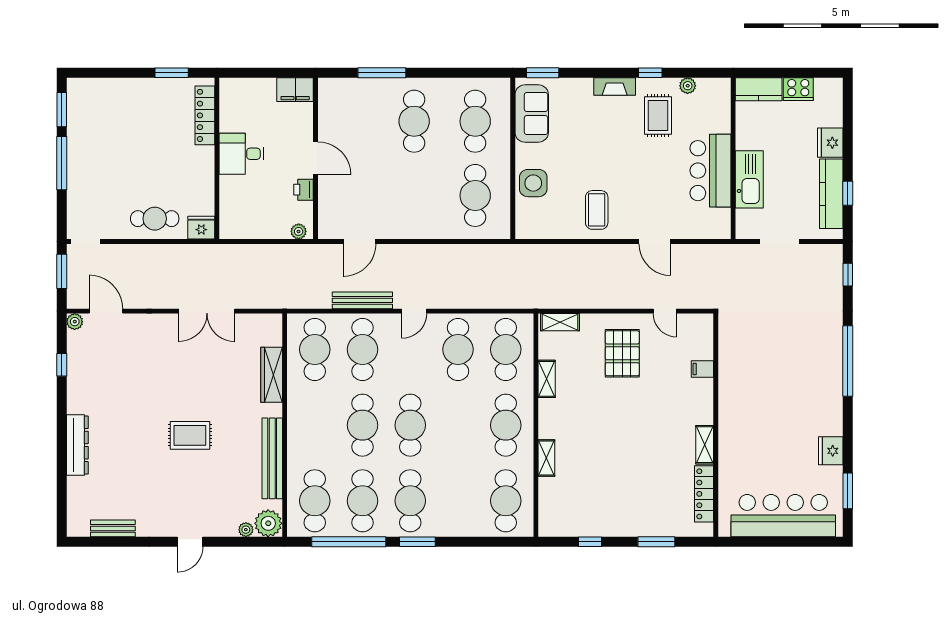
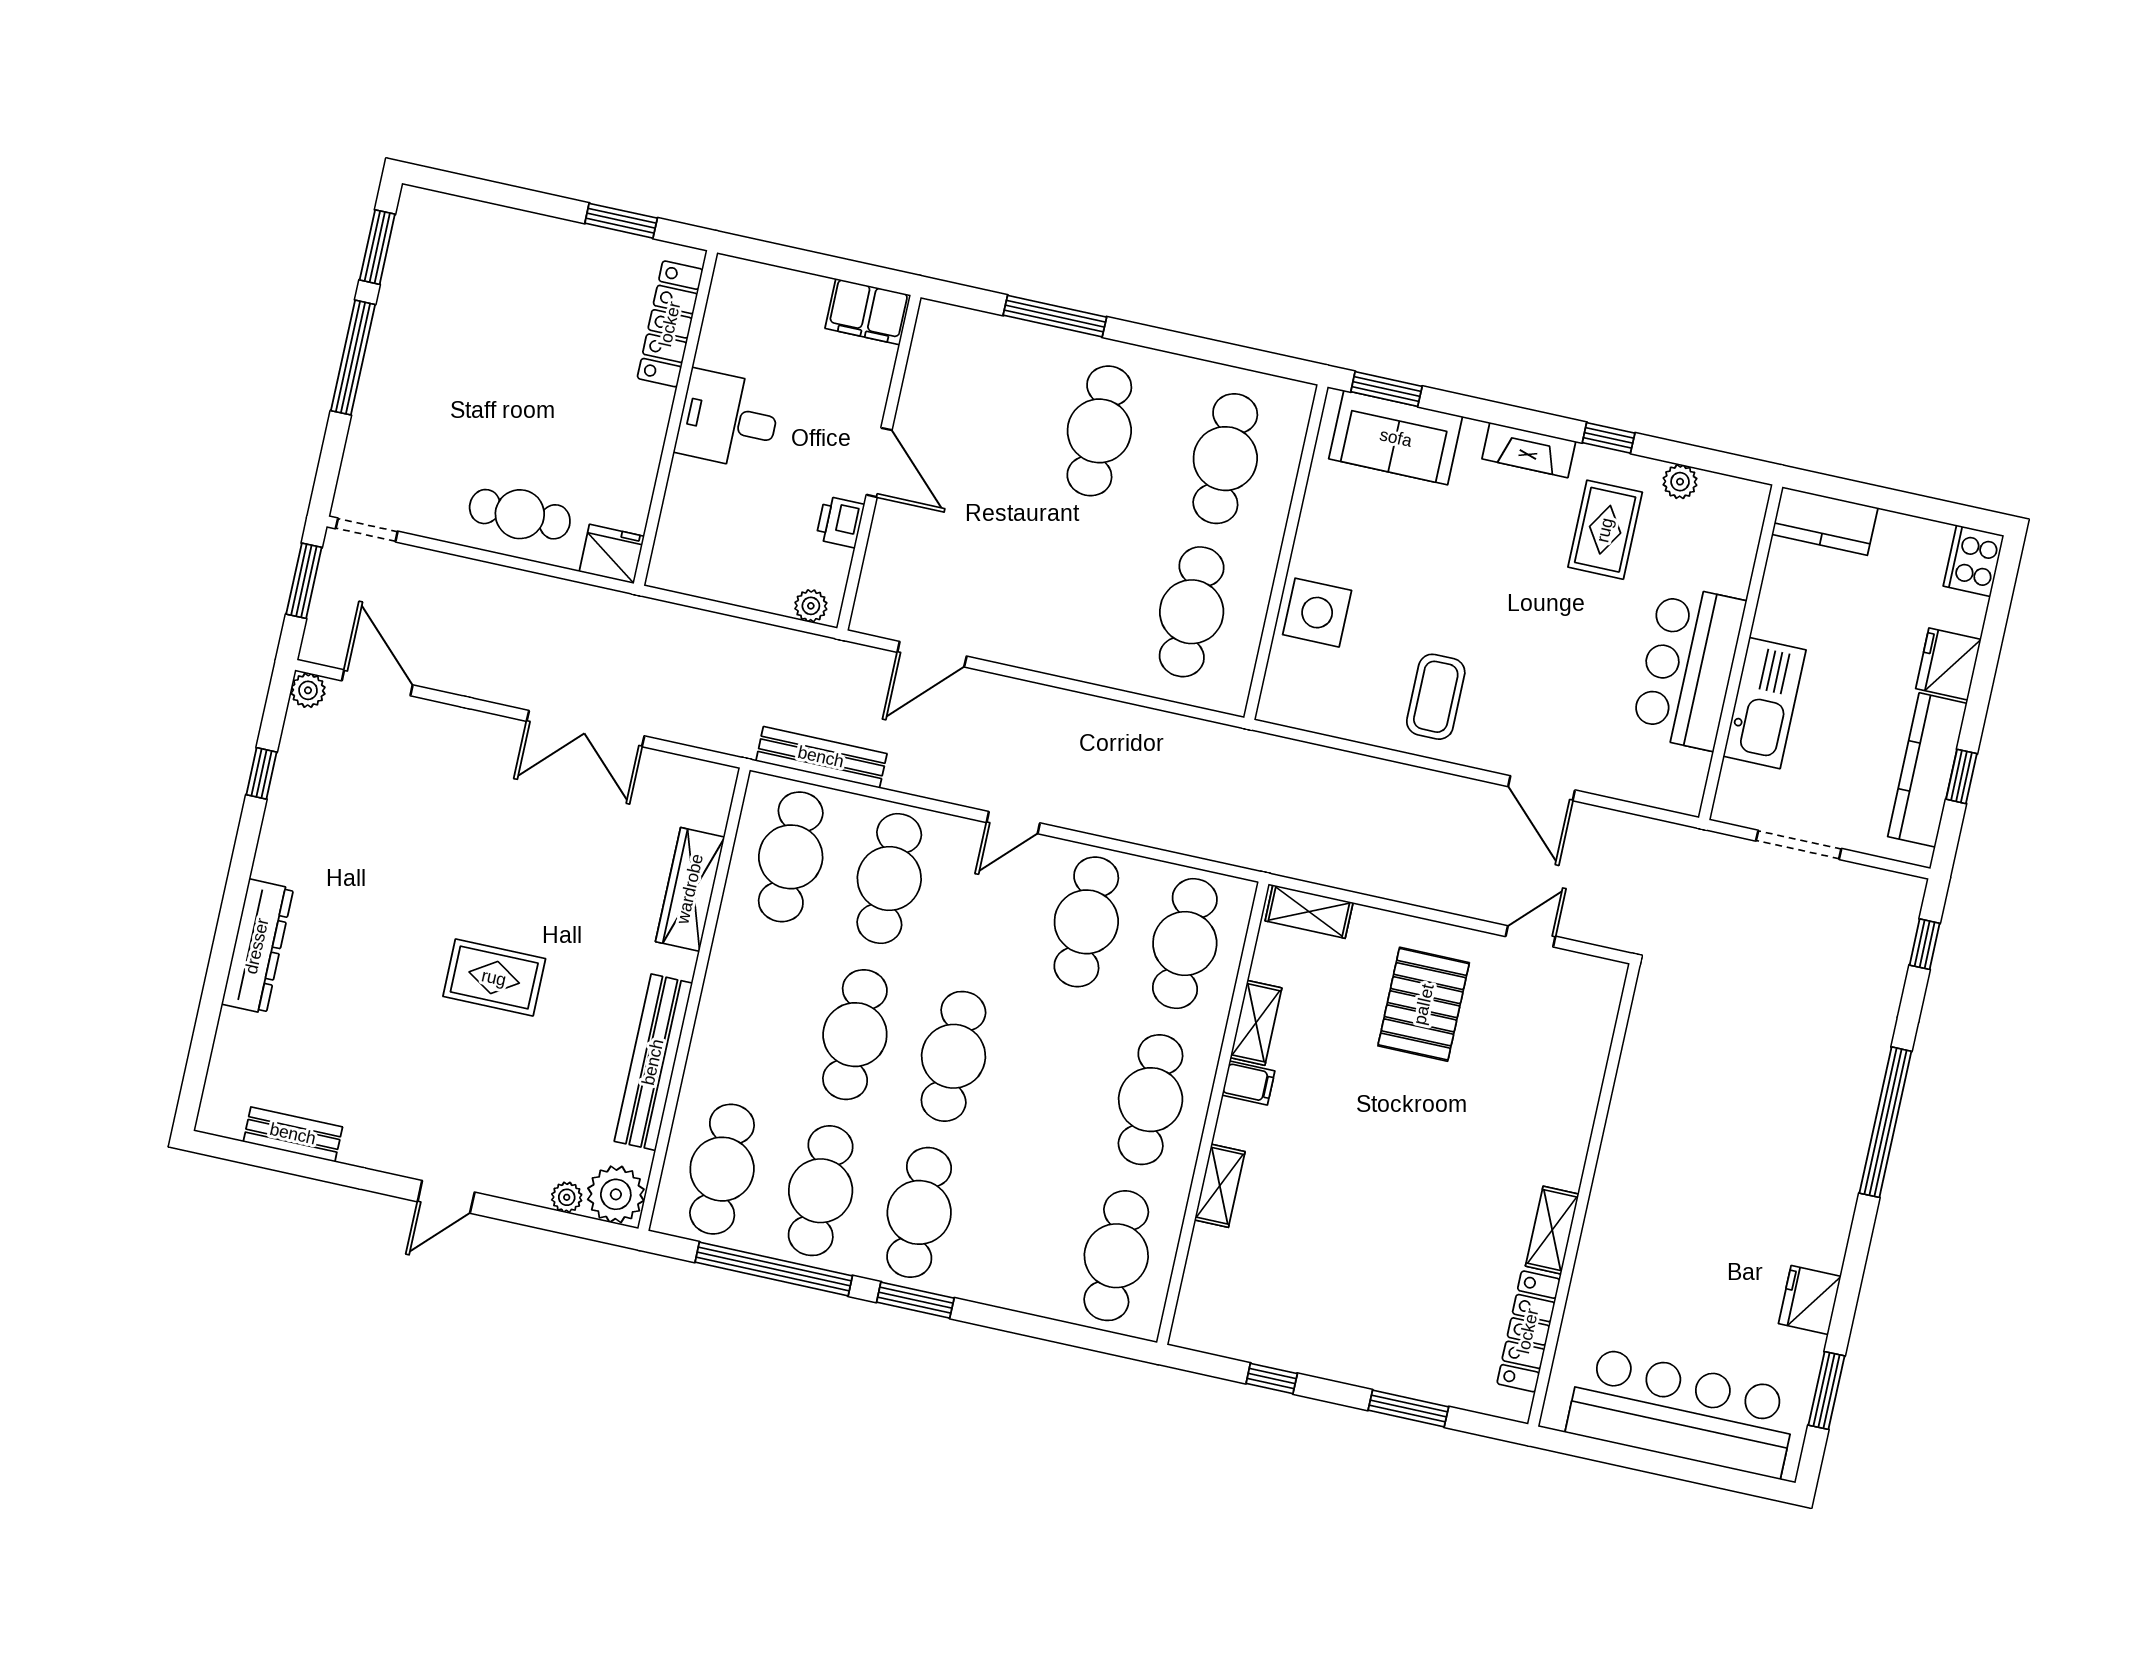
cooker: (798, 89) -> (1974, 561), moved, turned 90
sofa: (532, 114) -> (1396, 438), moved, turned 90
bench: (362, 300) -> (821, 757), moved
door: (665, 311) -> (1530, 936), swing flipped
filing cabinet: (702, 369) -> (1248, 1083), moved, turned 180

